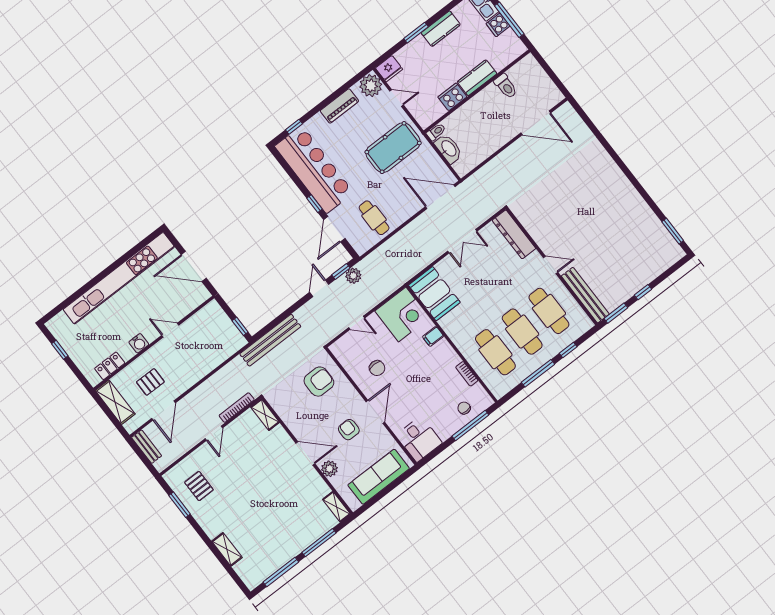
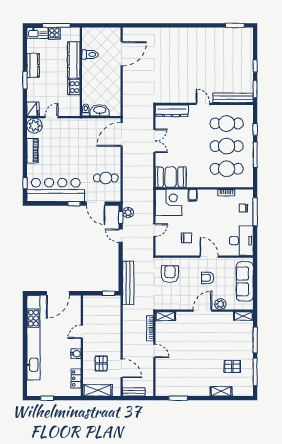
kitchen counter: (477, 78) -> (74, 60), width x1.50
pool table: (393, 148) -> (76, 139), removed
door: (551, 265) -> (203, 104), hinge flipped
desk: (419, 439) -> (241, 241), width x1.37
pallet: (199, 486) -> (232, 367), moved

